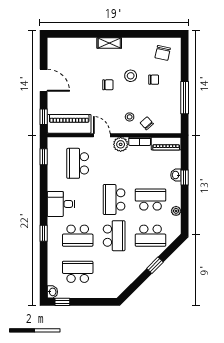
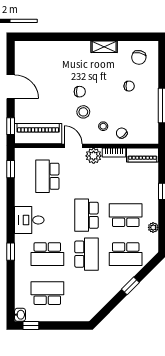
shelving: (109, 43) -> (104, 47), moved
stool: (131, 76) -> (83, 112), moved
washbasin: (176, 175) -> (153, 189), removed

